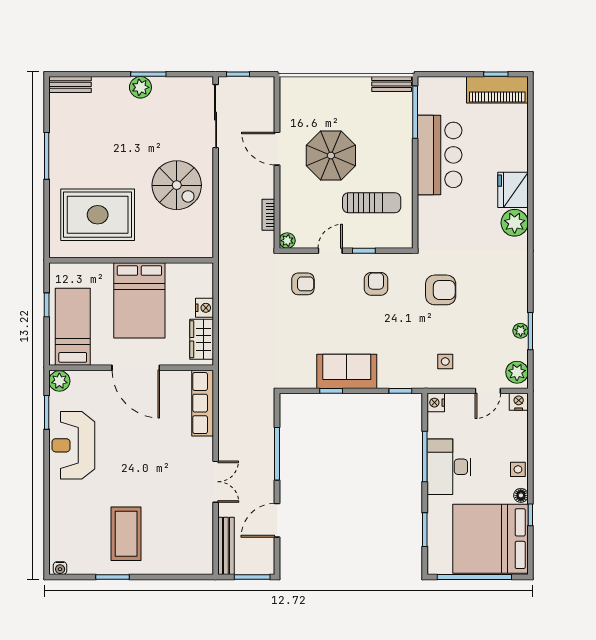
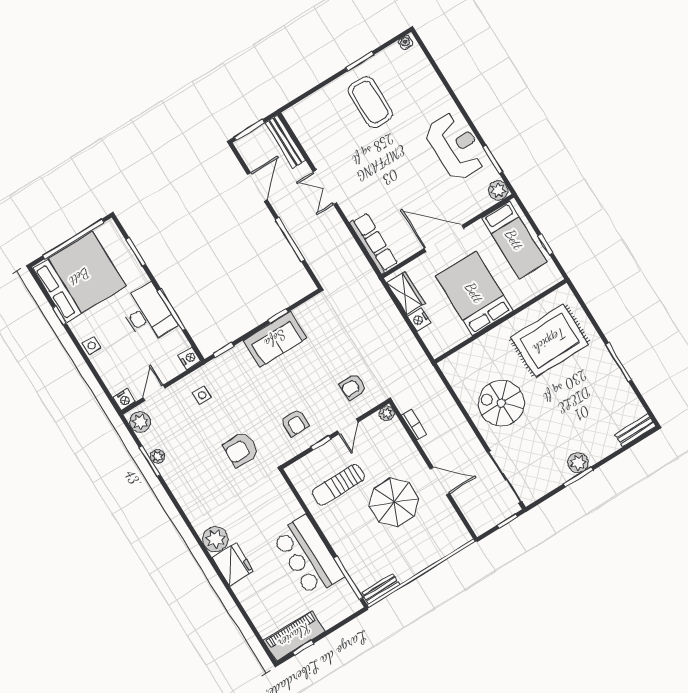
floor lamp: (521, 495) -> (76, 326), removed

